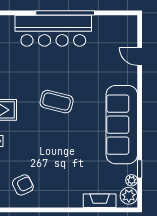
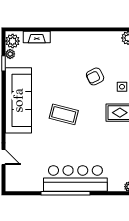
coffee table: (57, 102) -> (64, 114), moved
armchair: (23, 185) -> (95, 76), moved

